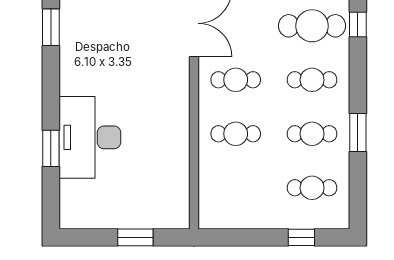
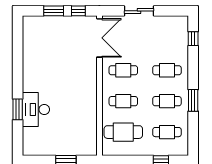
cafe table: (312, 26) -> (123, 132), moved
window: (51, 27) -> (18, 40), removed
desk: (90, 137) -> (36, 109), width x0.73, depth x0.77

